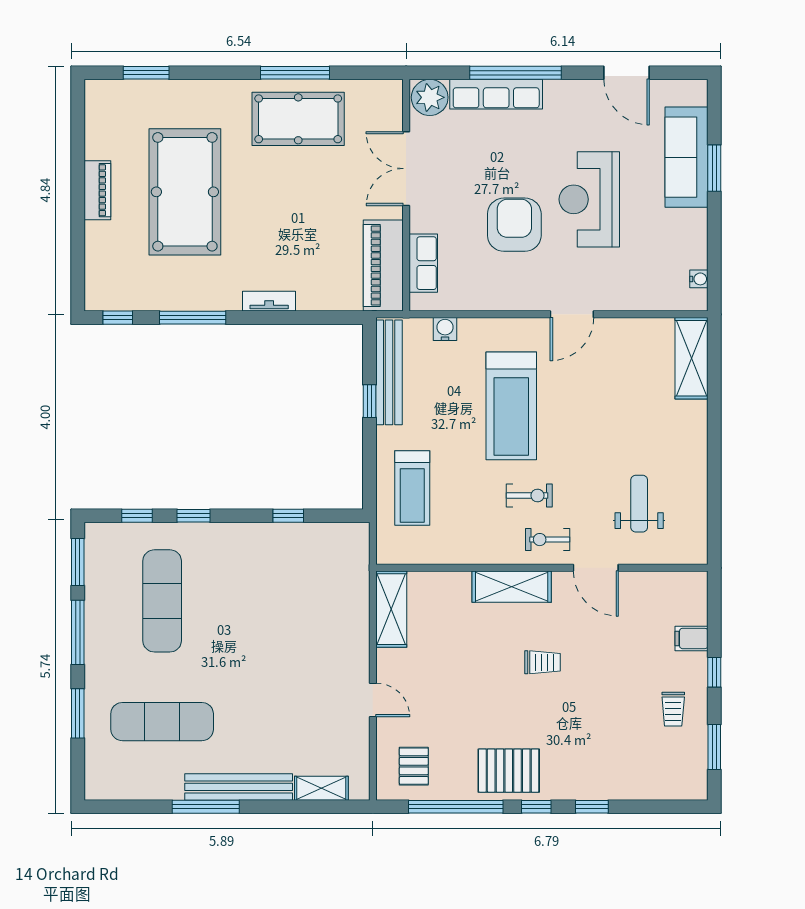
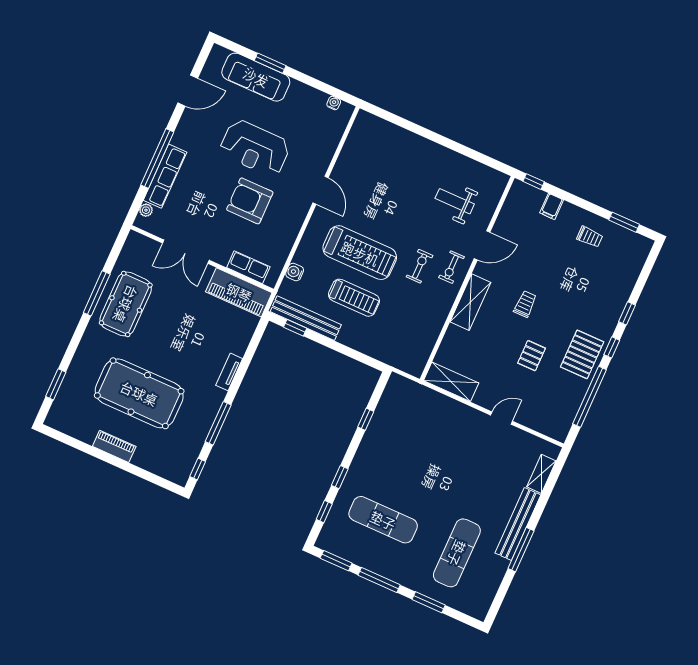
plant: (430, 97) -> (146, 210), width x0.53, depth x0.53
shelving: (691, 358) -> (380, 129), removed
window: (370, 401) -> (295, 328), moved
treadmill: (412, 488) -> (354, 298), moved
window: (714, 672) -> (534, 182), moved
pallet: (414, 766) -> (532, 356), moved, turned 90

